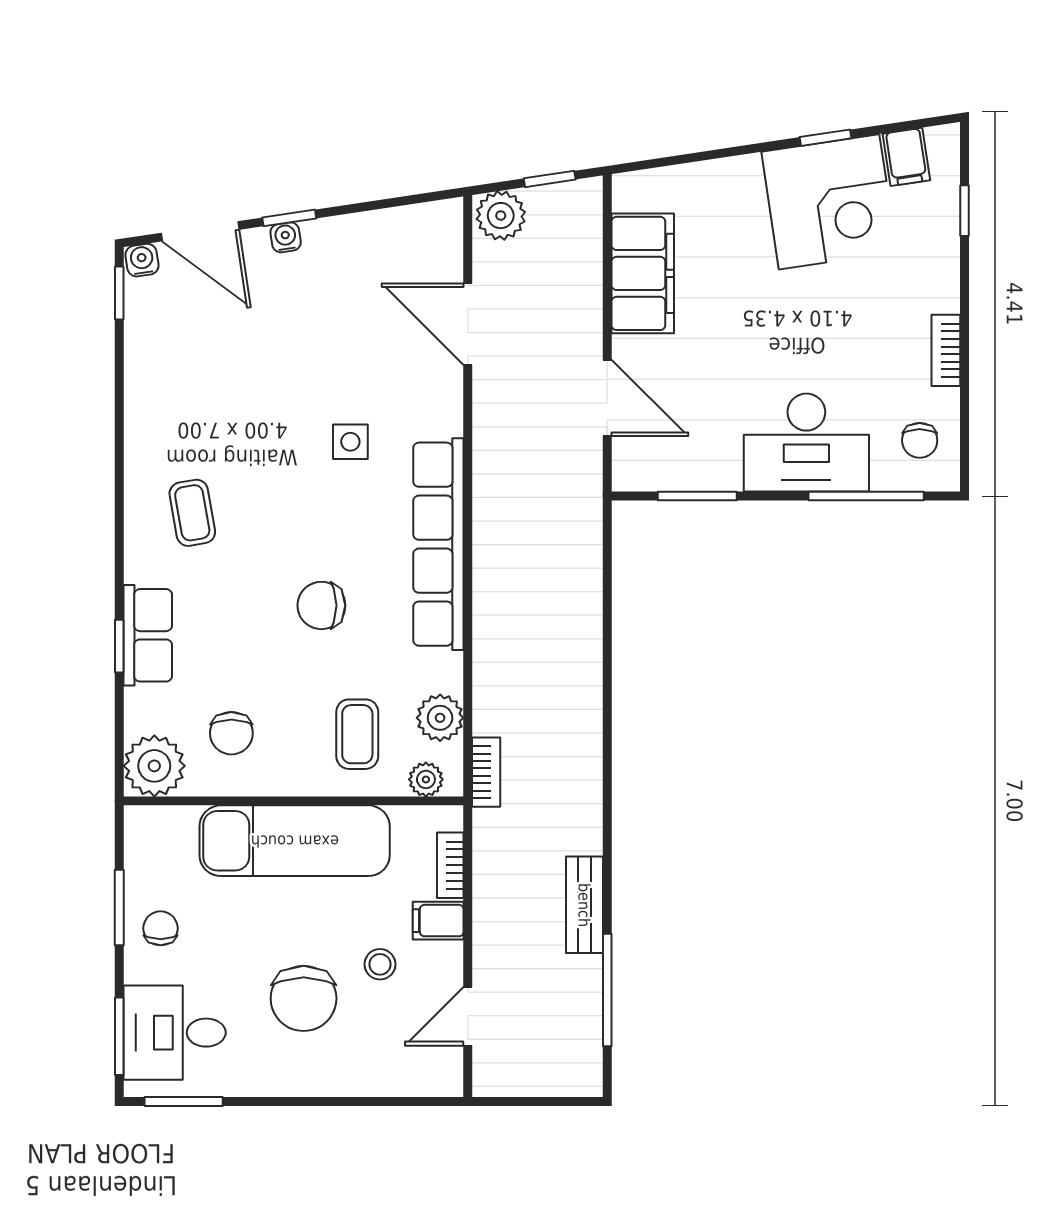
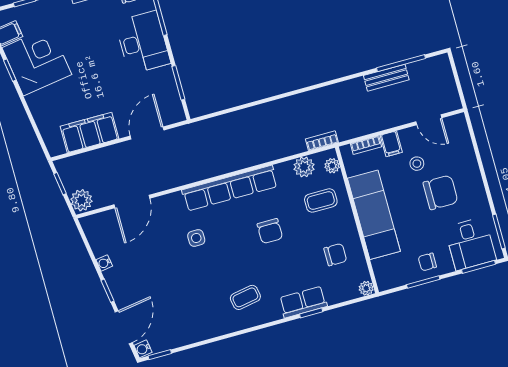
water cooler: (286, 237) -> (104, 263), moved
plant: (154, 766) -> (366, 288), width x0.53, depth x0.53
bench: (584, 905) -> (386, 78), moved

